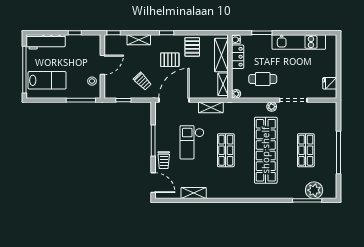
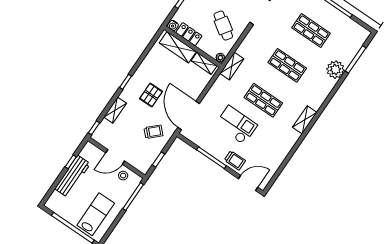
workbench: (46, 42) -> (72, 176), moved
pallet: (192, 47) -> (153, 68), removed
door: (102, 65) -> (115, 157), swing flipped
cafe table: (263, 79) -> (223, 26), turned -56
shelving: (211, 107) -> (232, 66), moved
plant: (272, 107) -> (253, 34), removed
checkout: (192, 142) -> (236, 125), turned 180
shop shelf: (266, 150) -> (287, 65), width x0.50, depth x0.74
plant: (314, 190) -> (335, 70), moved
shelving: (194, 193) -> (305, 120), moved

